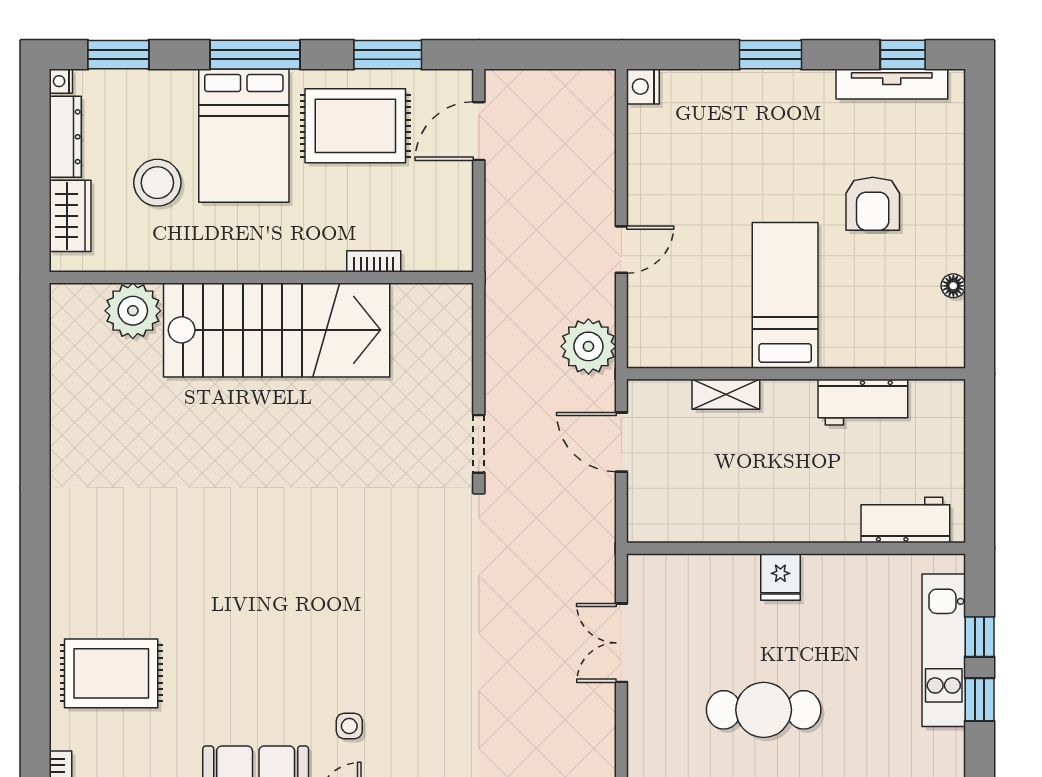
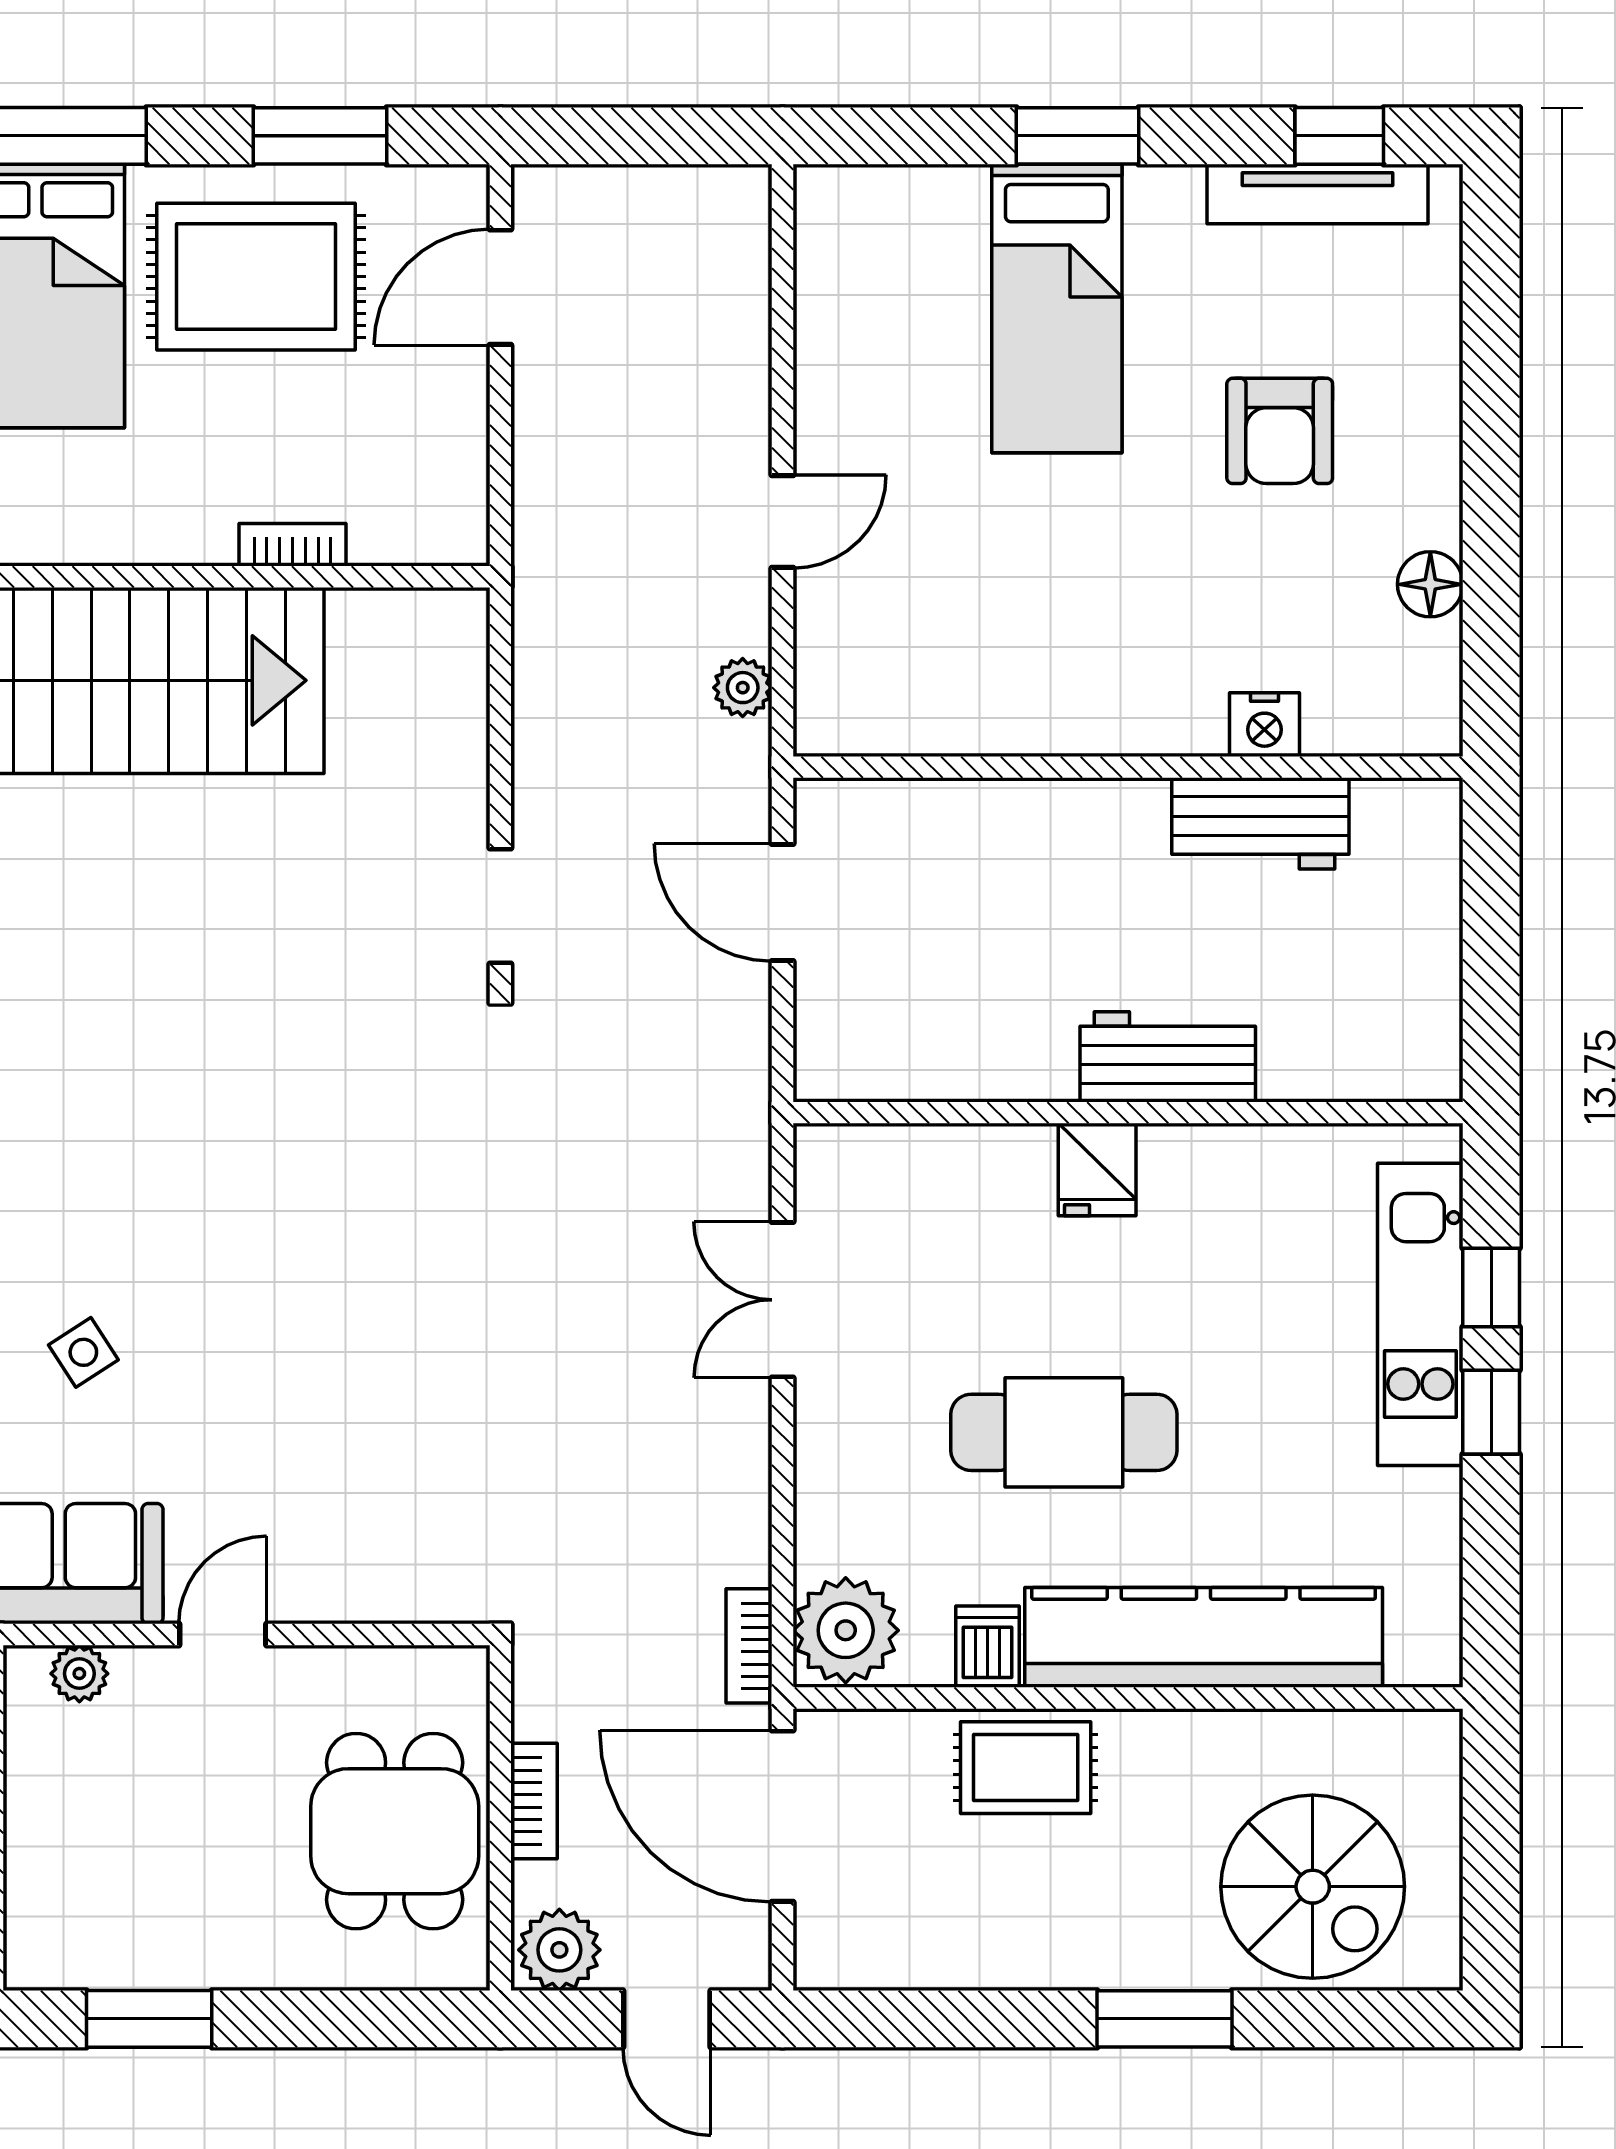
nightstand: (643, 87) -> (1264, 725), moved, turned -90
floor lamp: (953, 286) -> (1430, 584), width x1.37, depth x1.37
bed: (785, 295) -> (1057, 308), moved, turned 180
plant: (588, 346) -> (743, 688), width x0.53, depth x0.53
shelving: (726, 394) -> (989, 808), removed
workbench: (905, 520) -> (1168, 1057), moved
side table: (349, 726) -> (83, 1352), moved, turned -33

